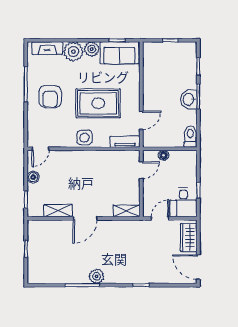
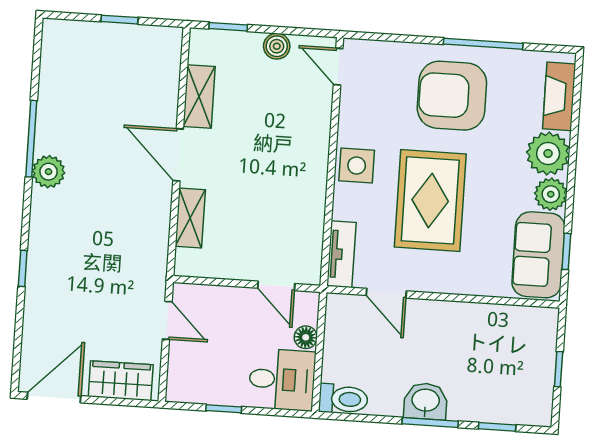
armchair: (50, 97) -> (452, 96), width x1.36, depth x1.36
desk: (183, 202) -> (282, 380), moved, turned 180
shelving: (127, 211) -> (190, 218), moved

